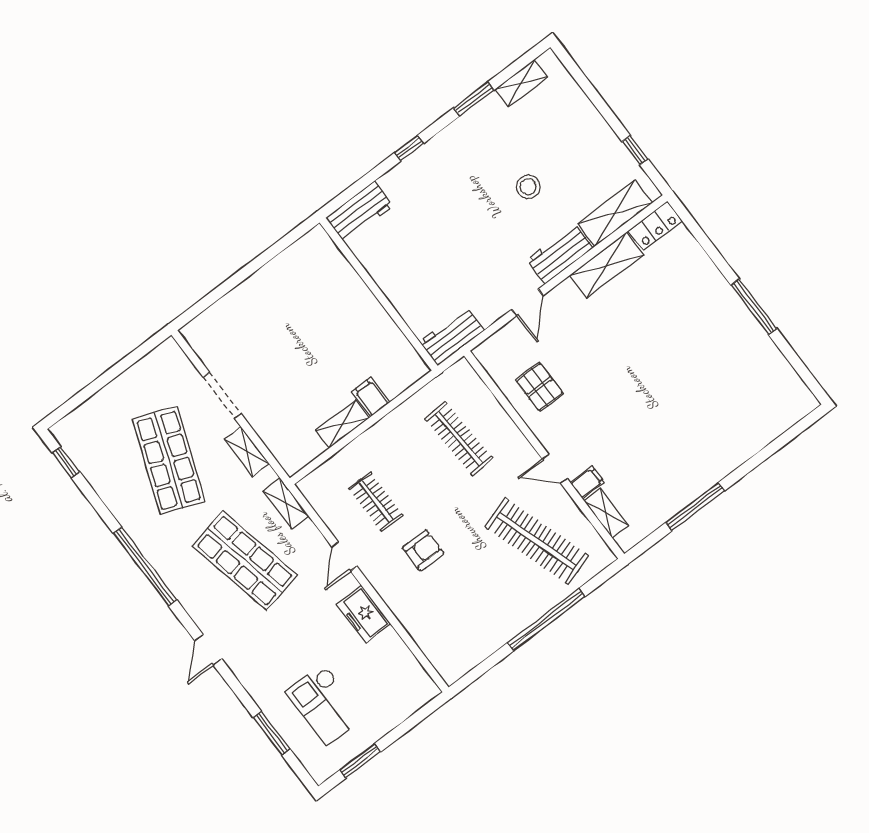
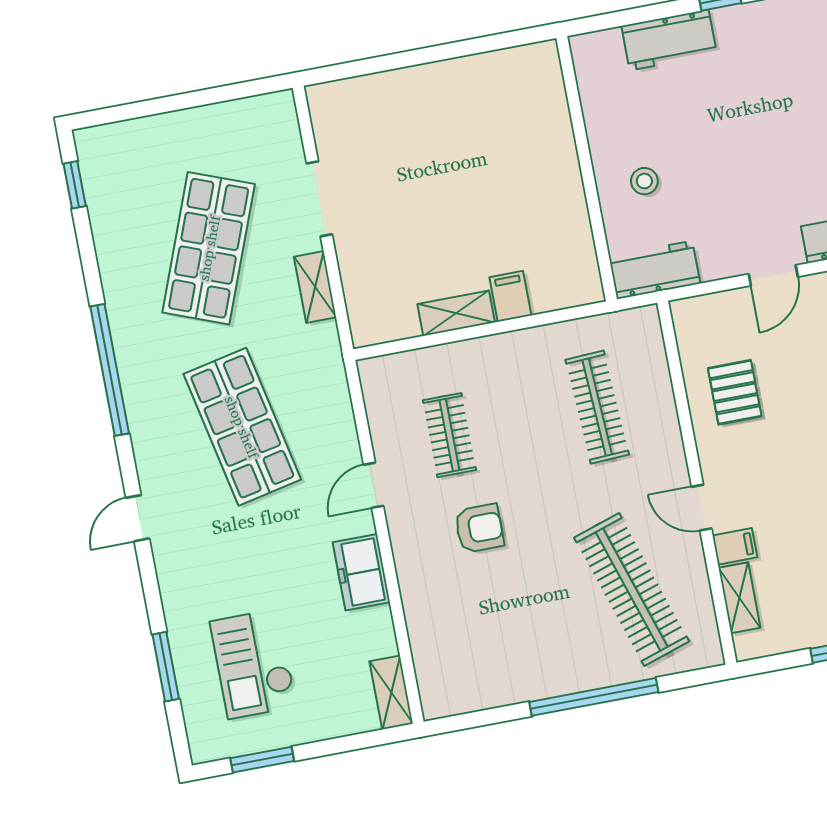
workbench: (359, 212) -> (669, 40), moved
stool: (418, 284) -> (644, 181), added
shelving: (286, 504) -> (391, 692), moved

